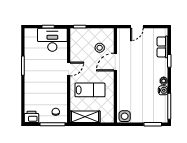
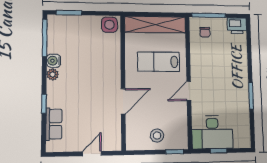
stool: (100, 48) -> (157, 136), moved
shelving: (85, 117) -> (155, 25), width x1.47

